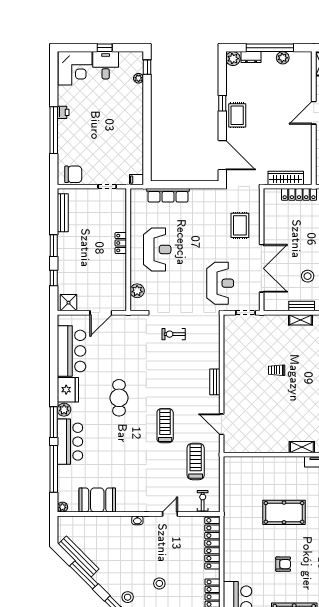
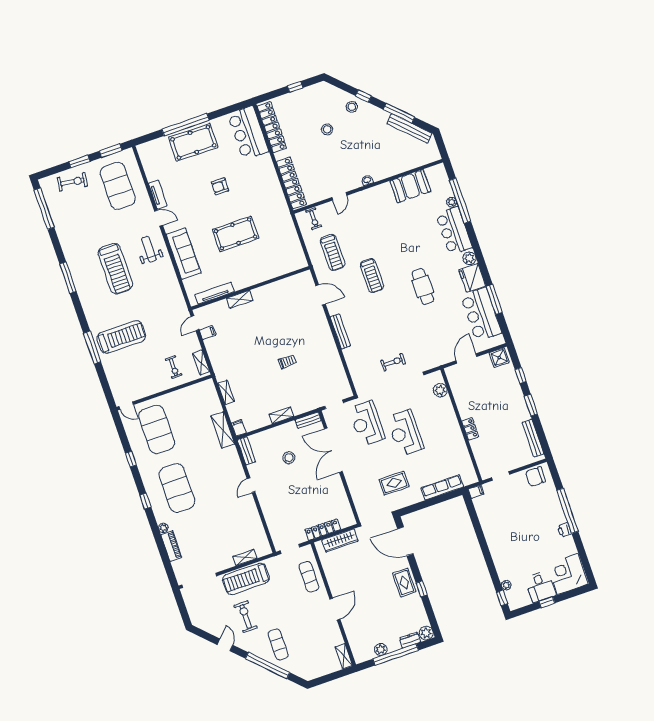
rug: (240, 225) -> (394, 483), moved, turned 90
reception desk: (157, 249) -> (405, 433), moved
bench: (302, 306) -> (308, 420), moved
bench: (215, 382) -> (340, 332), width x1.36
window: (54, 422) -> (494, 299), moved
plant: (62, 507) -> (452, 202), moved

